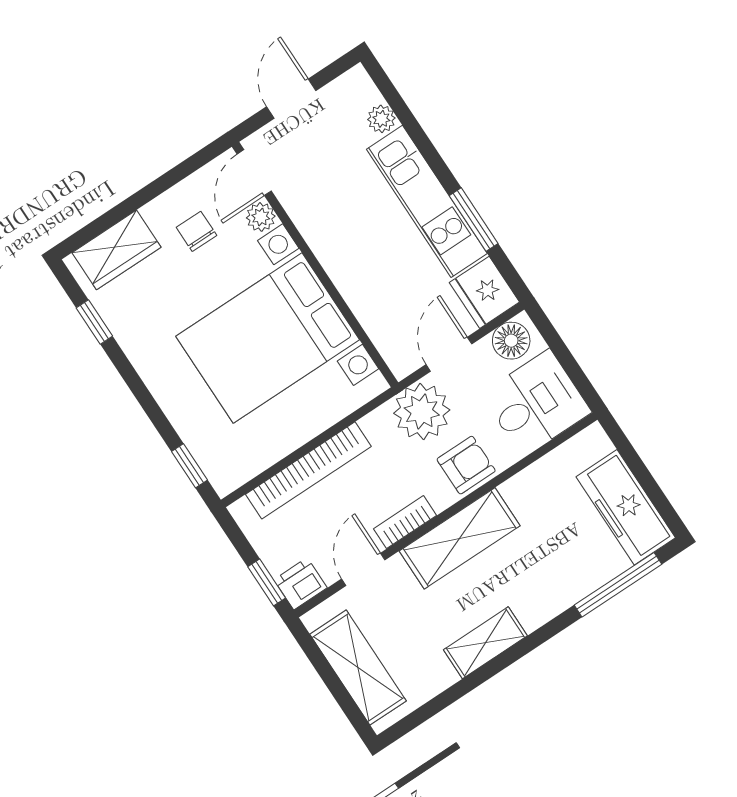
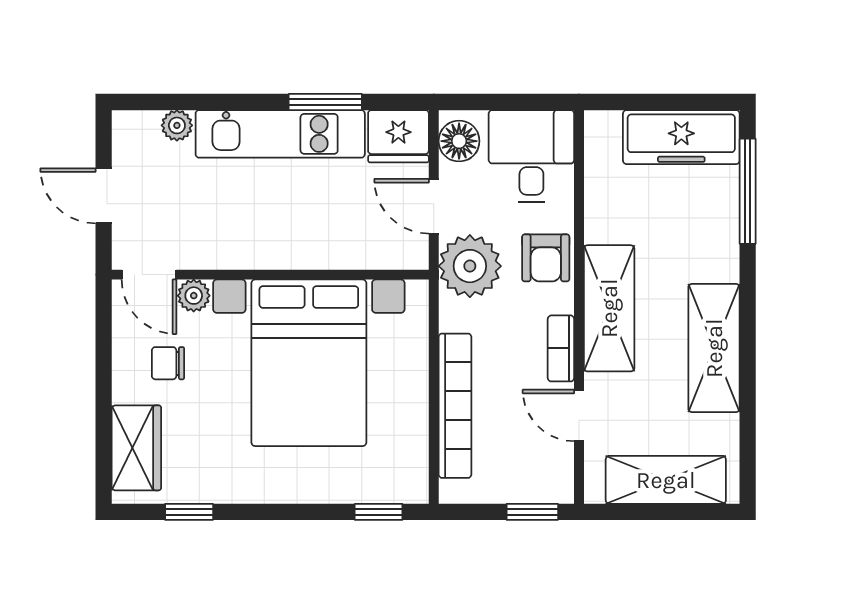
armchair: (466, 465) -> (546, 258), turned 180
printer: (300, 584) -> (554, 482), removed
shelving: (485, 643) -> (714, 348), width x1.50, depth x1.33

